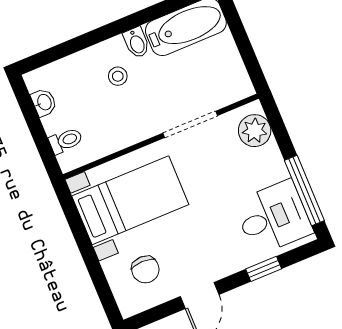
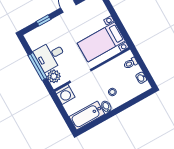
washing machine: (233, 84) -> (65, 94), added
window: (304, 191) -> (38, 67), moved
desk: (273, 218) -> (50, 56), moved
chair: (145, 269) -> (92, 14), removed

